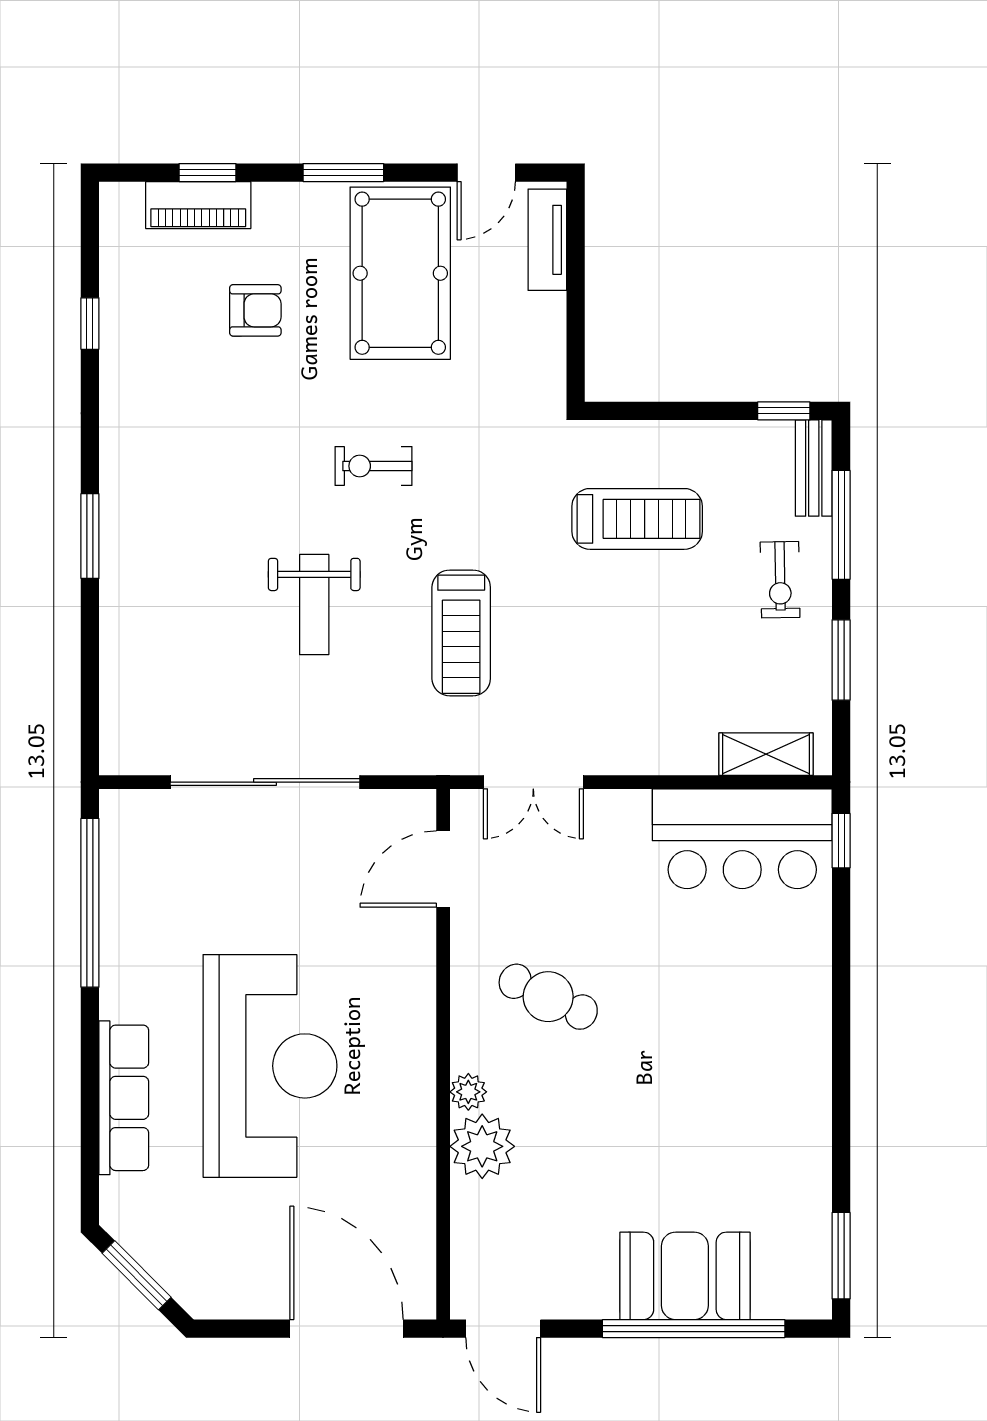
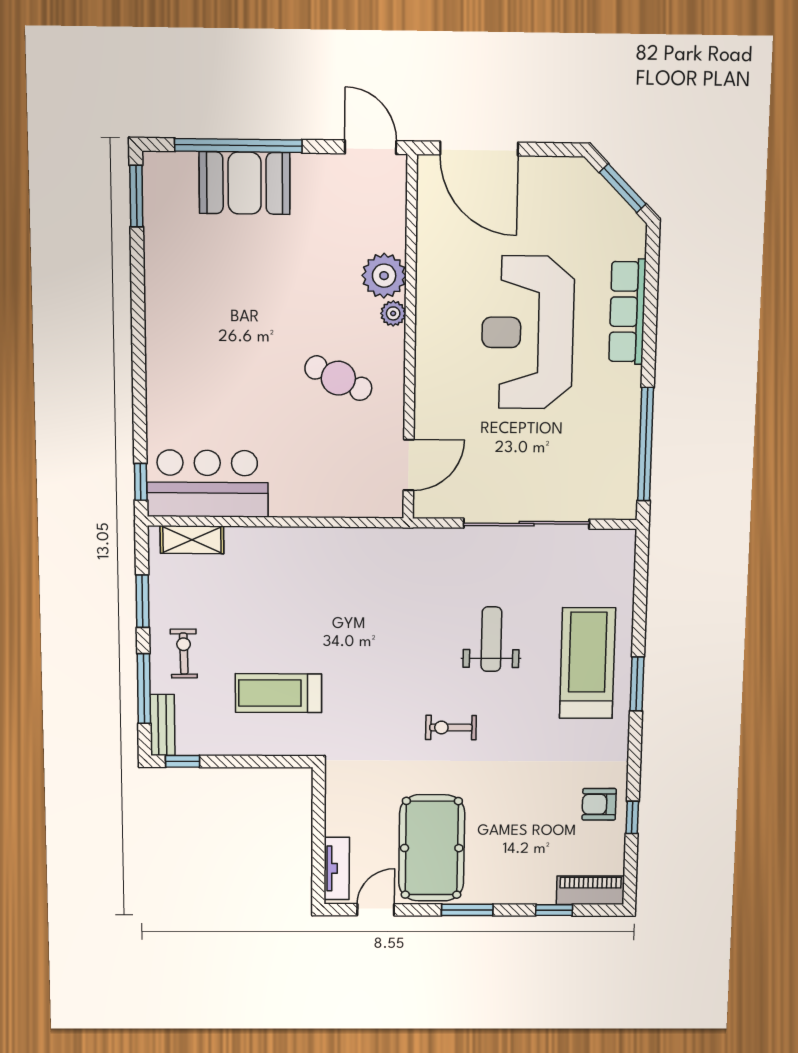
piano: (198, 205) -> (590, 890), moved
armchair: (255, 310) -> (599, 804), moved
exercise bike: (373, 466) -> (451, 728), turned 180
treadmill: (461, 633) -> (587, 663), moved, width x1.37, depth x1.38
double door: (533, 782) -> (348, 522), removed

